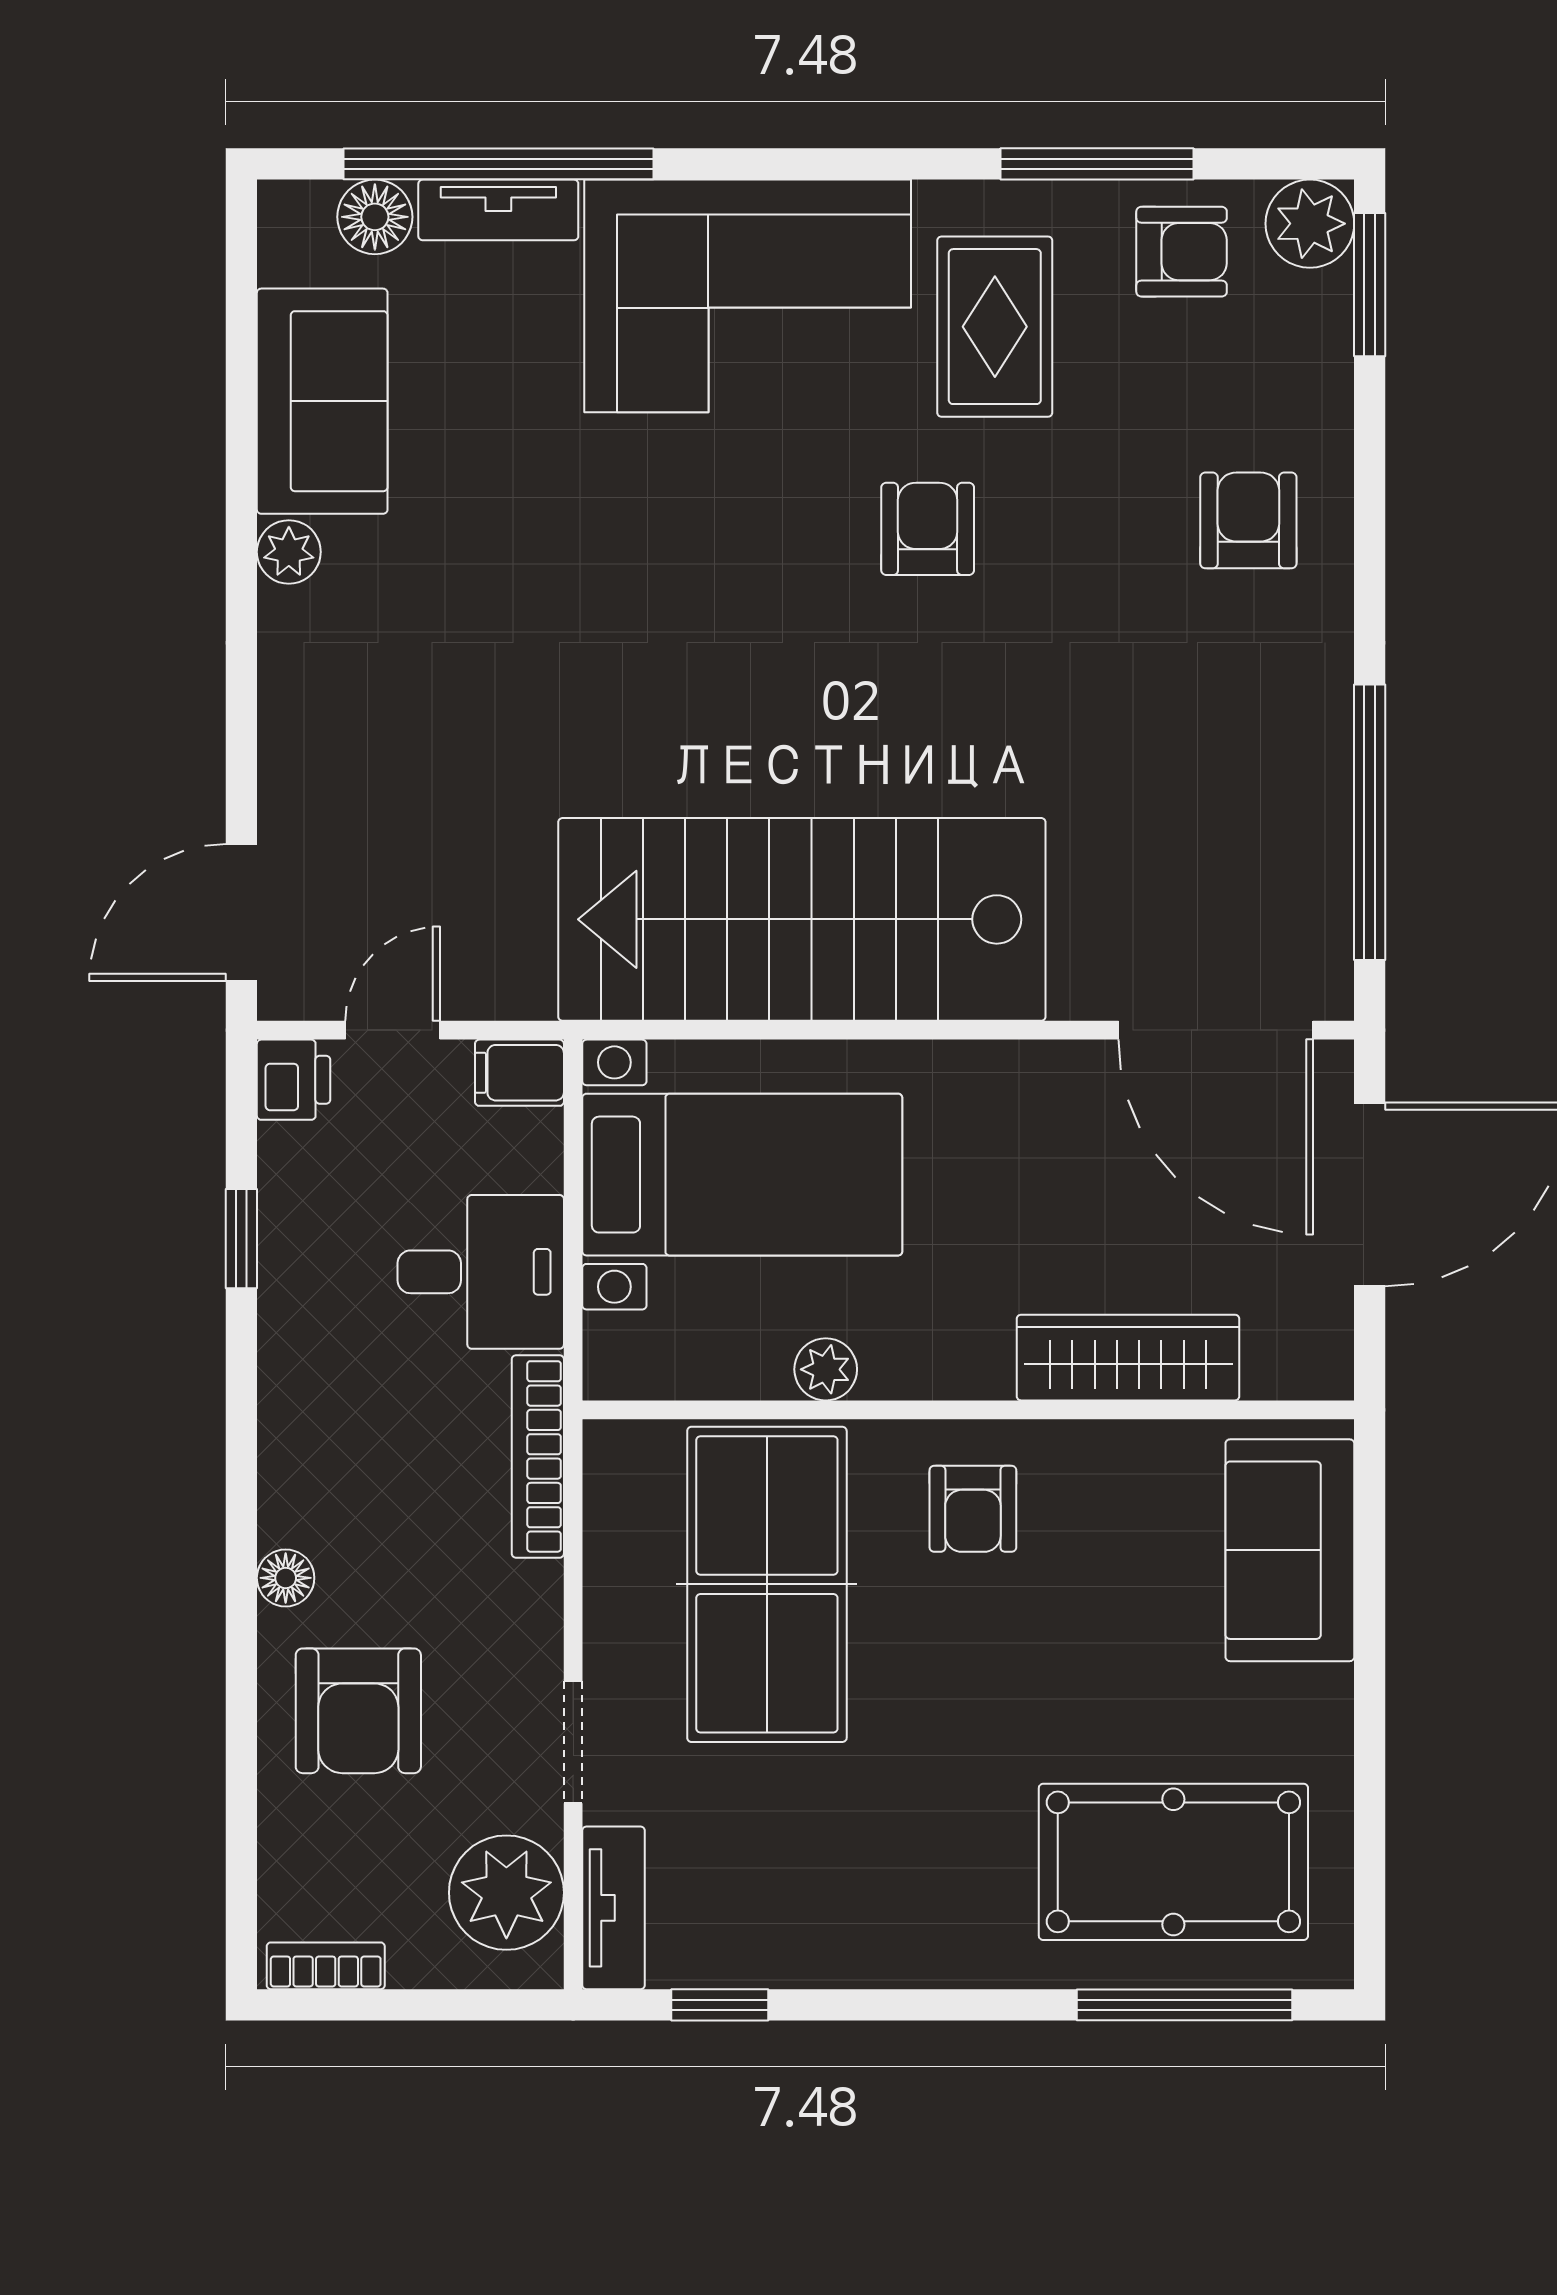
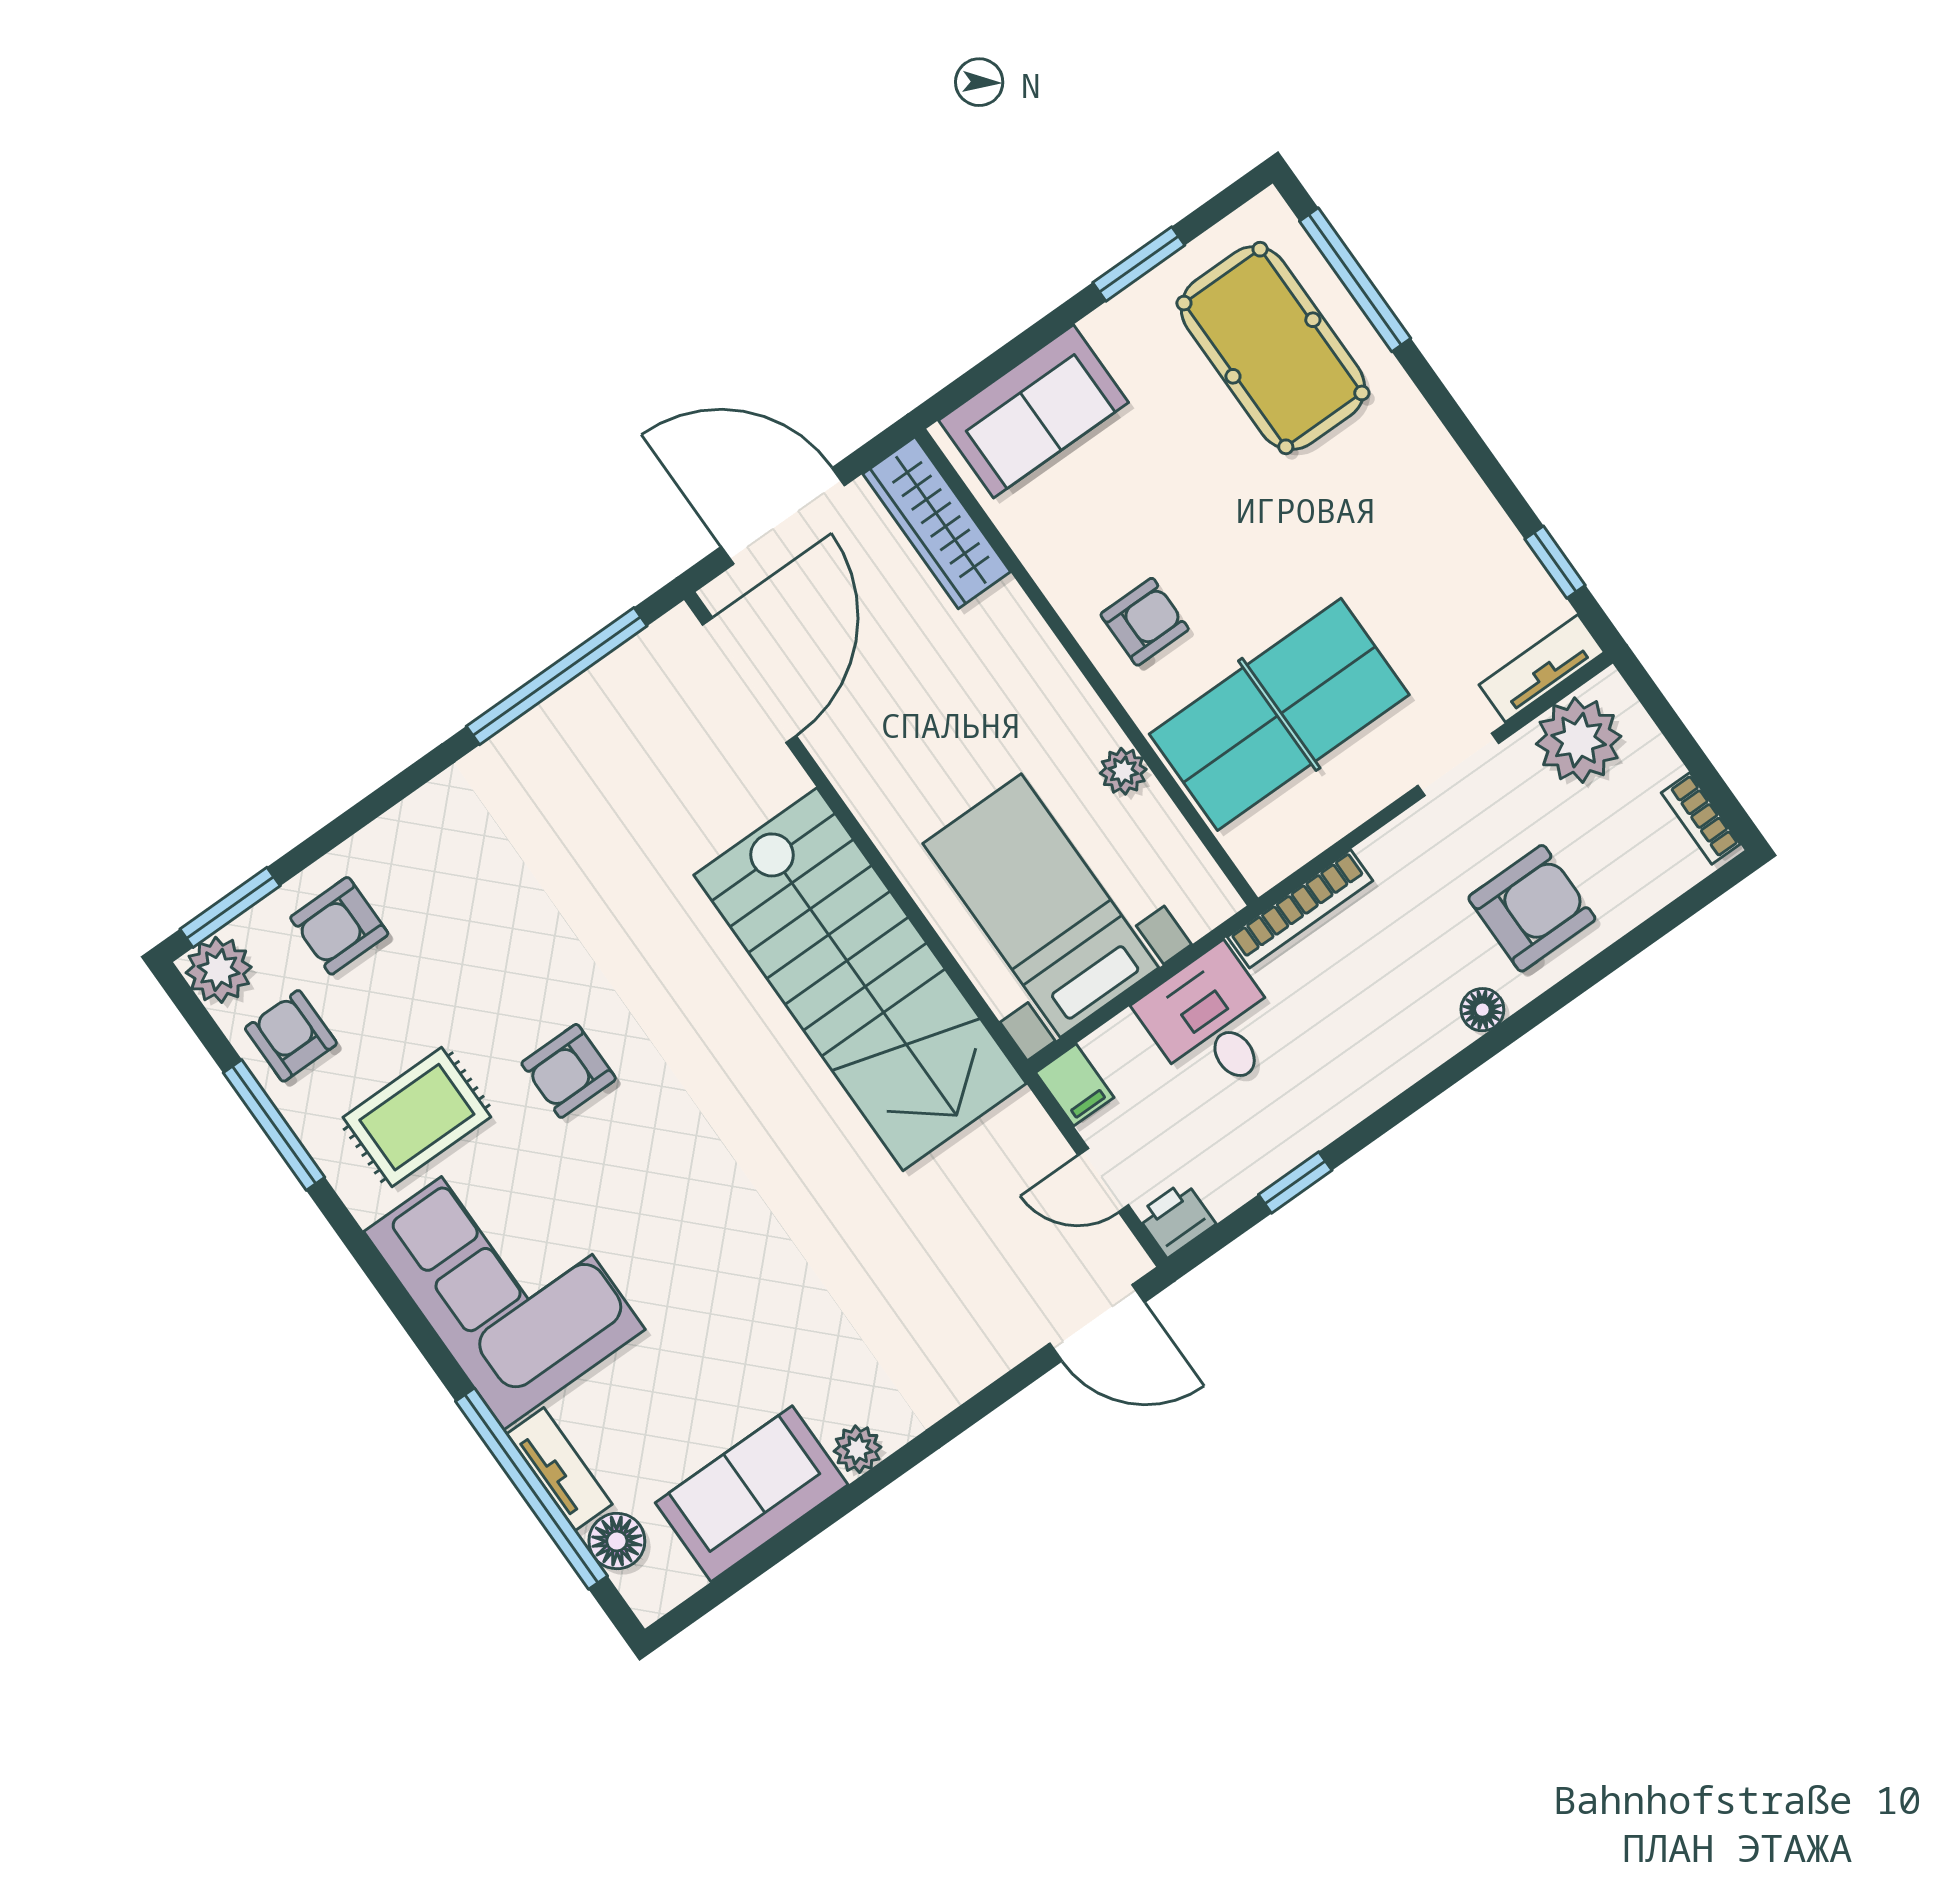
armchair: (1248, 520) -> (339, 926), moved
wardrobe: (1128, 1358) -> (937, 523), moved
window: (1370, 1780) -> (1139, 264), added

